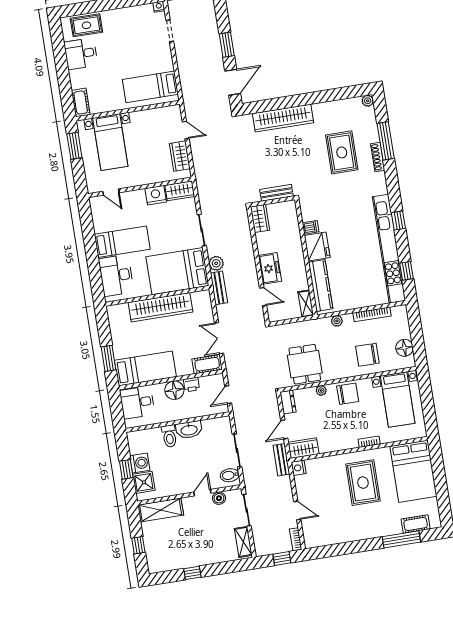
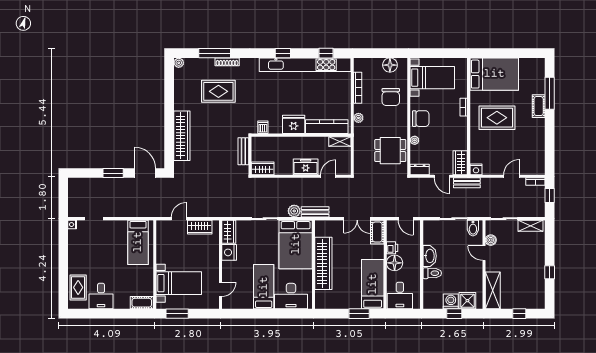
dishwasher: (311, 227) -> (263, 127), moved
chair: (348, 394) -> (421, 119), turned 90
cot: (416, 524) -> (539, 106), moved

